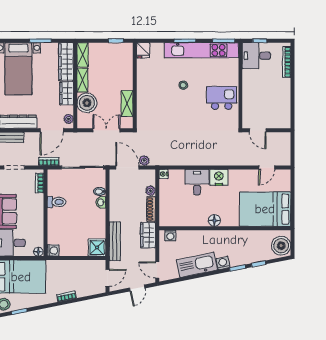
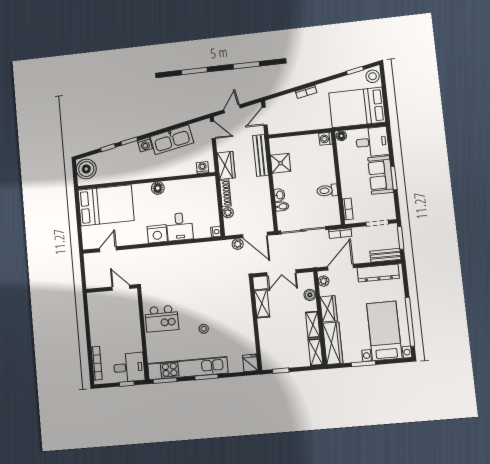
boiler: (87, 103) -> (310, 295), width x0.54, depth x0.54
shower: (97, 248) -> (281, 163), moved

